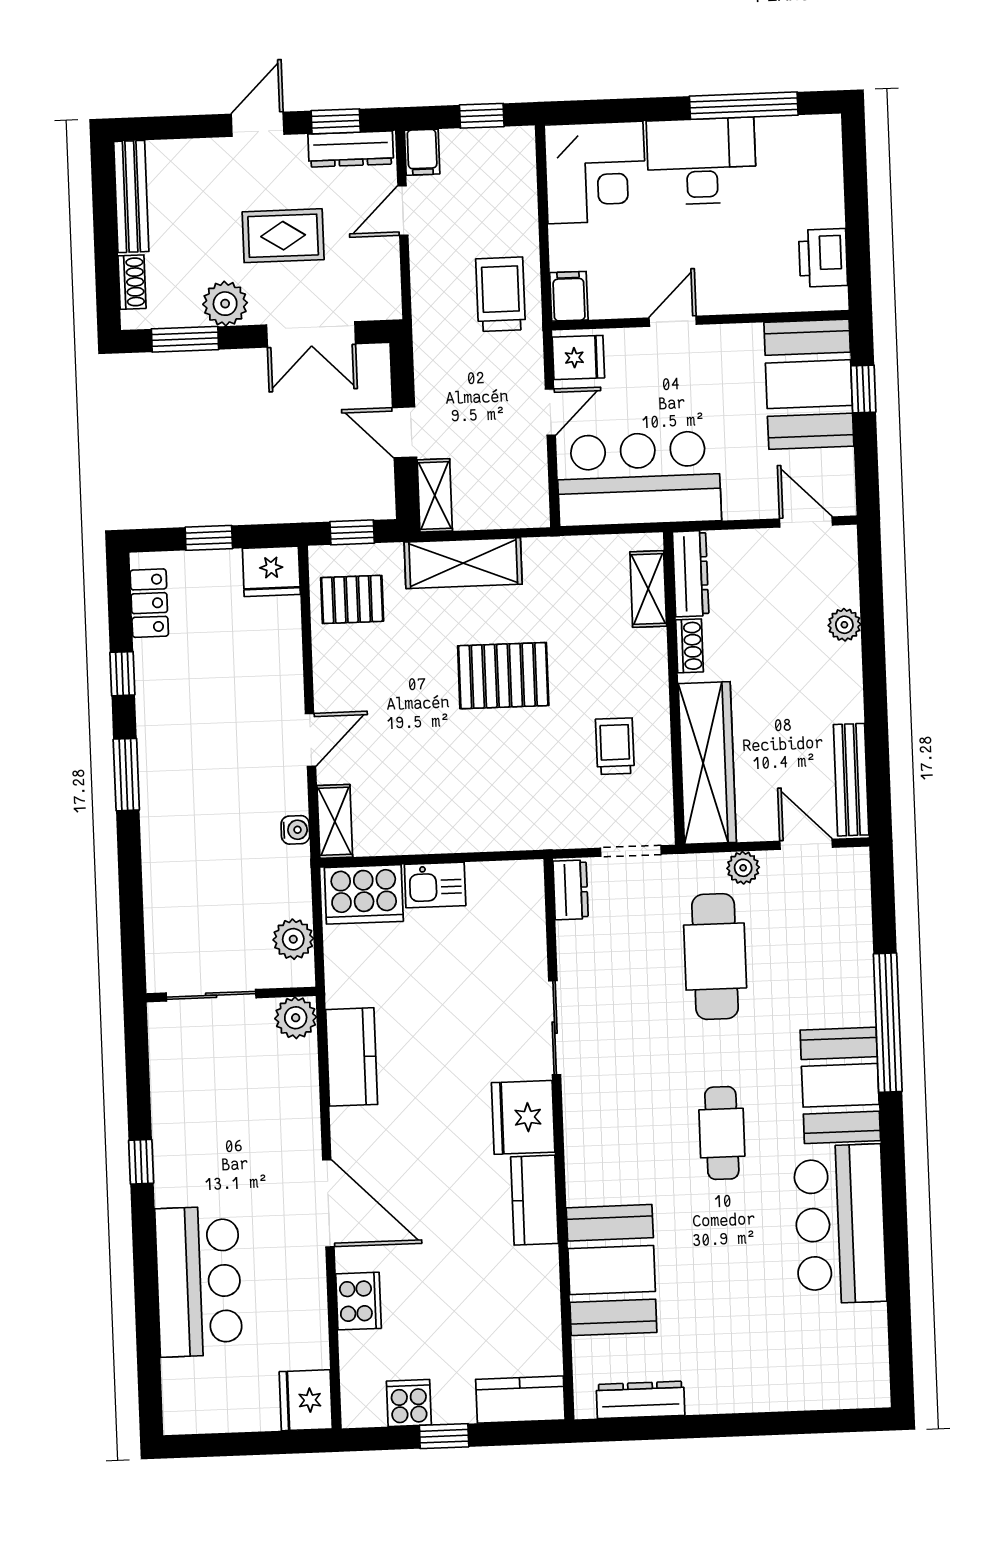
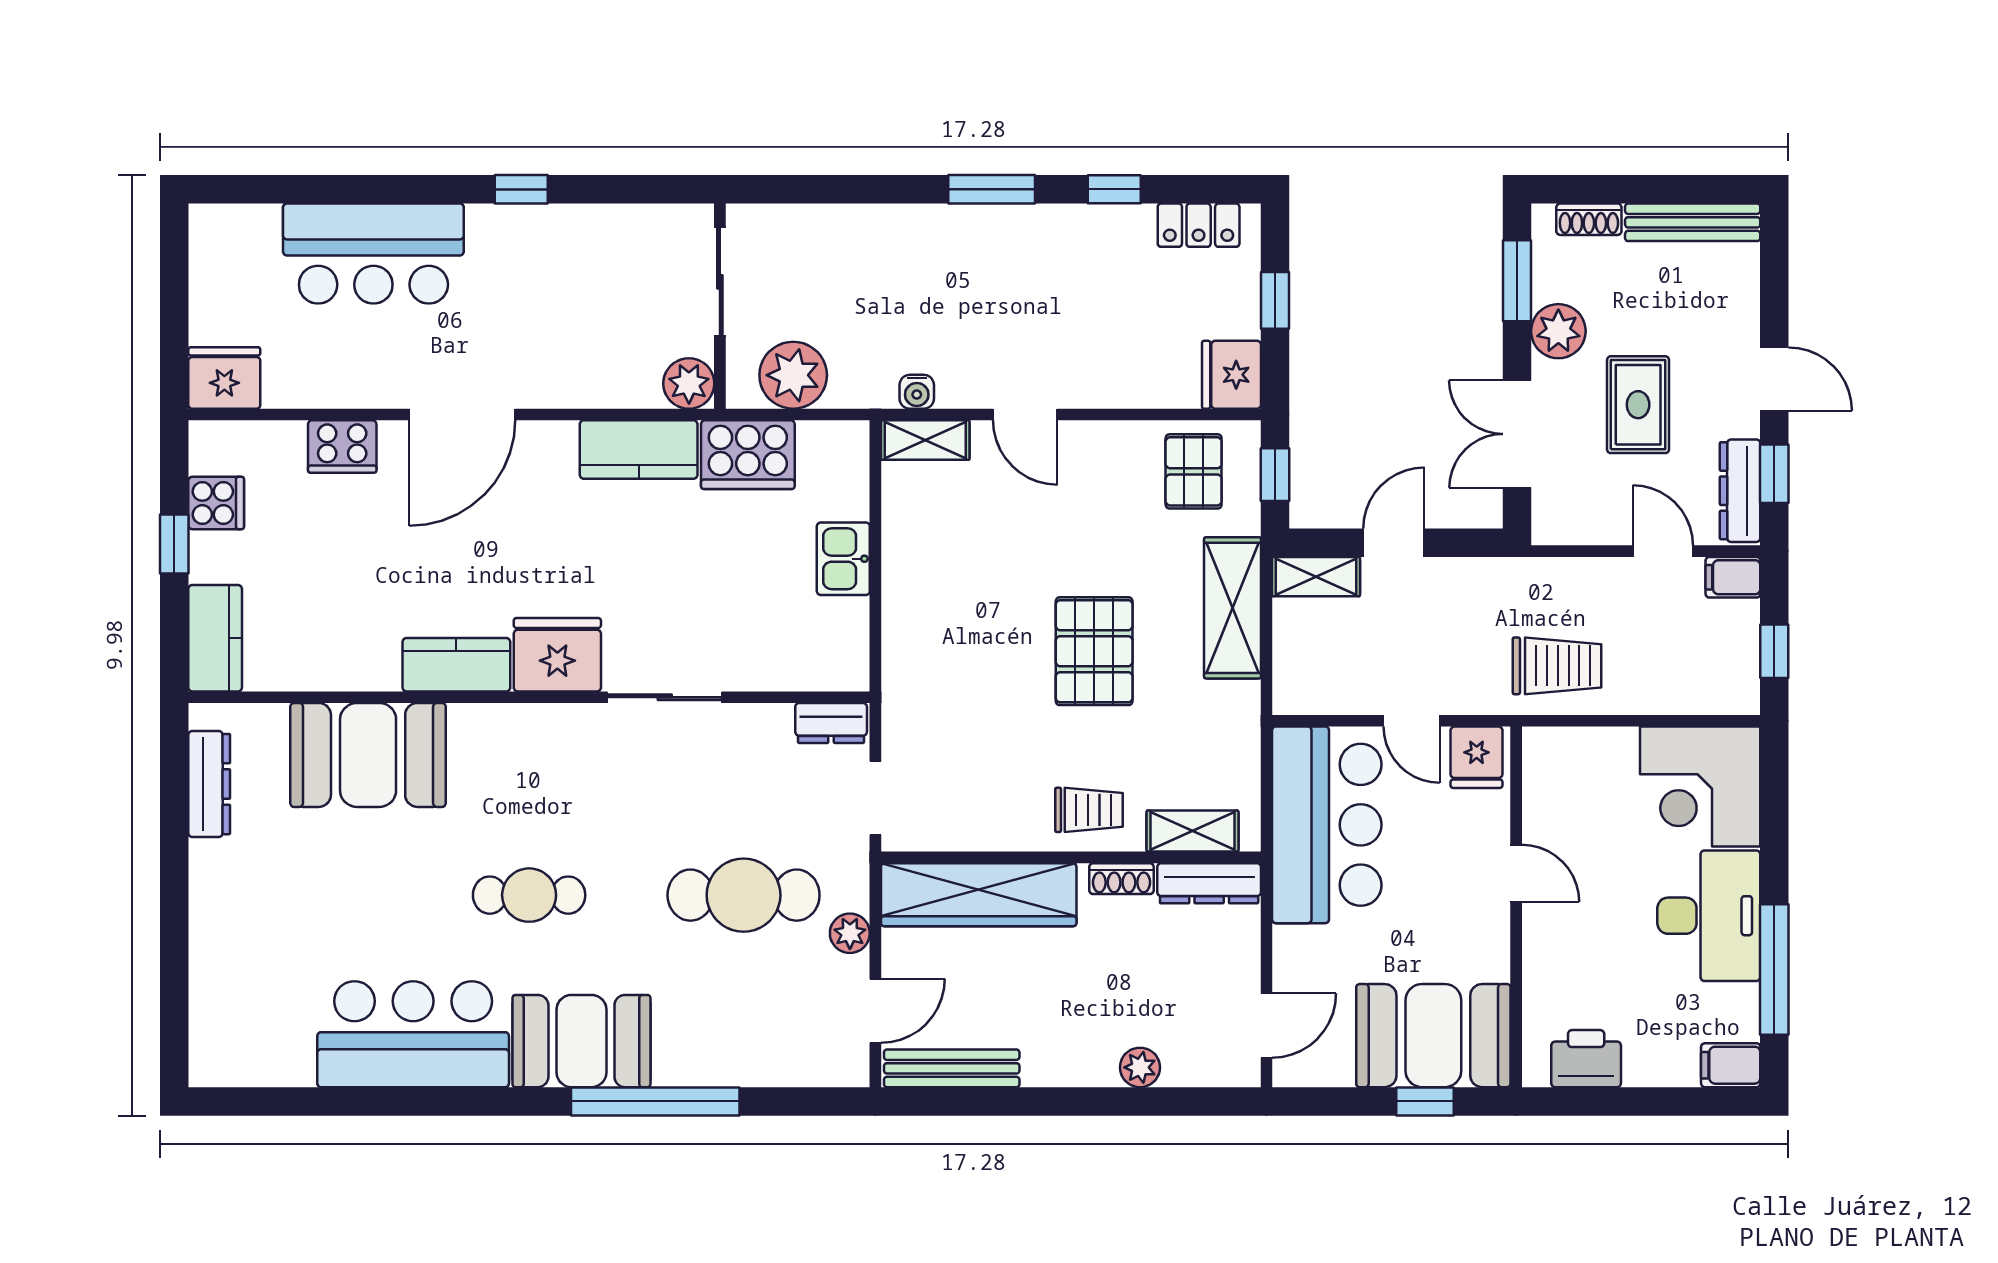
filing cabinet: (569, 296) -> (1731, 1065), moved, turned 180
trolley: (615, 746) -> (1089, 810), moved
cooker: (364, 894) -> (748, 455), moved, turned -90
plant: (293, 939) -> (793, 375), width x1.36, depth x1.36

